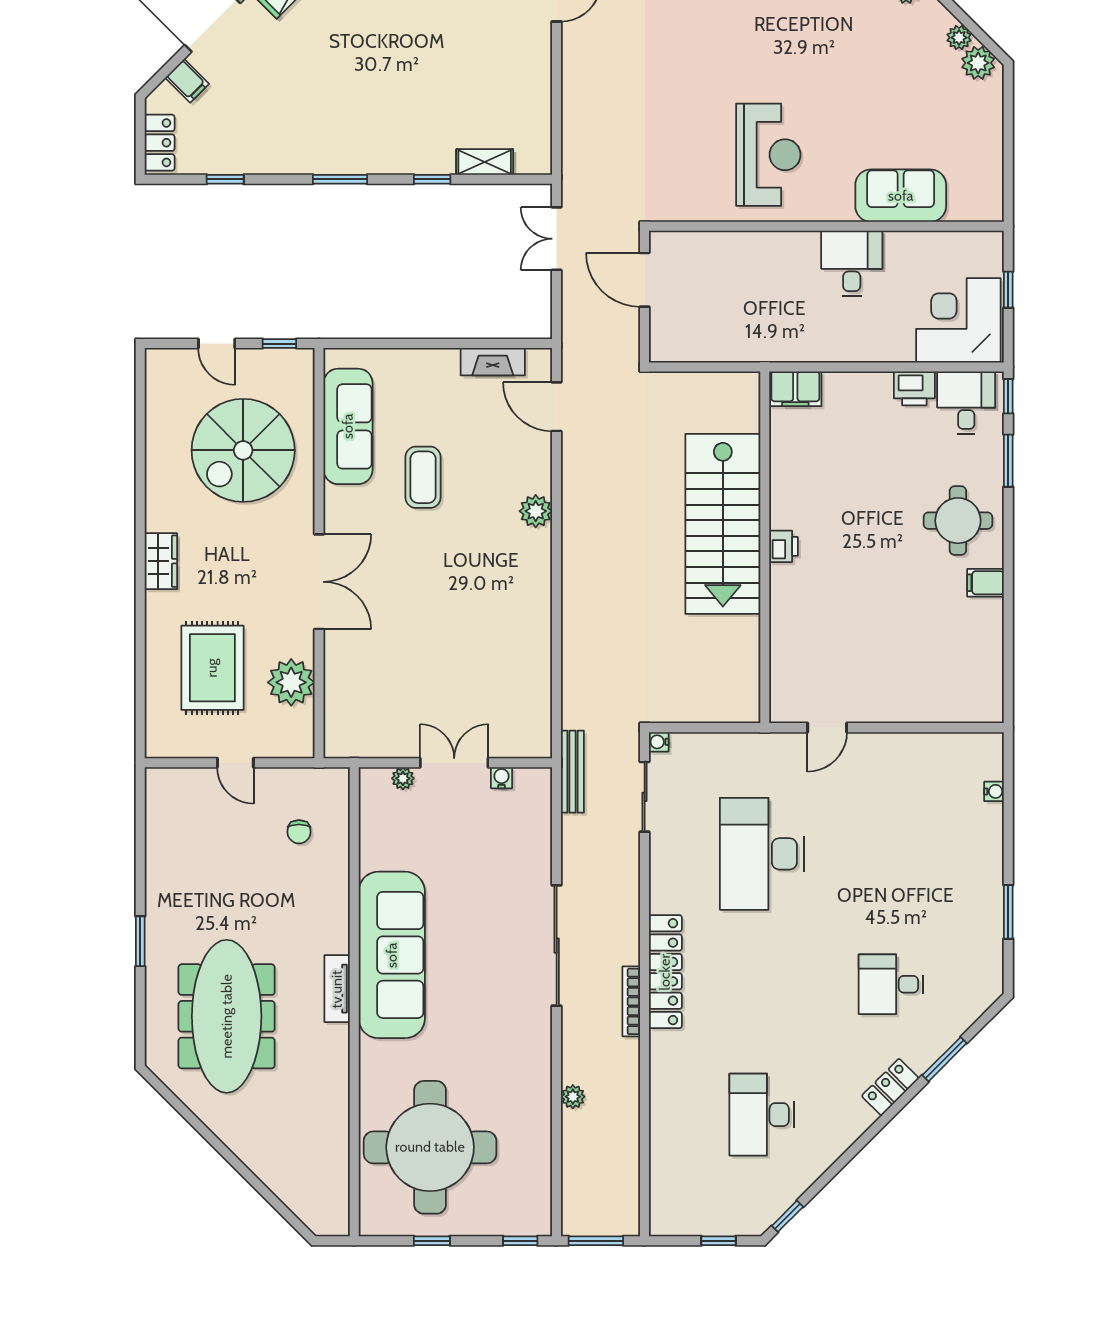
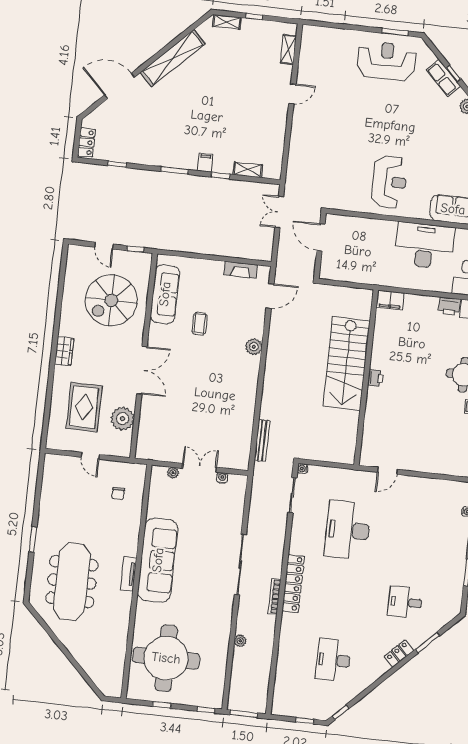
filing cabinet: (187, 81) -> (205, 163), moved, turned -135
desk: (852, 264) -> (425, 246), width x1.87, depth x1.30
door: (557, 407) -> (270, 296), swing flipped
coffee table: (423, 477) -> (200, 324), width x0.73, depth x0.77
bench: (572, 772) -> (262, 440), moved

